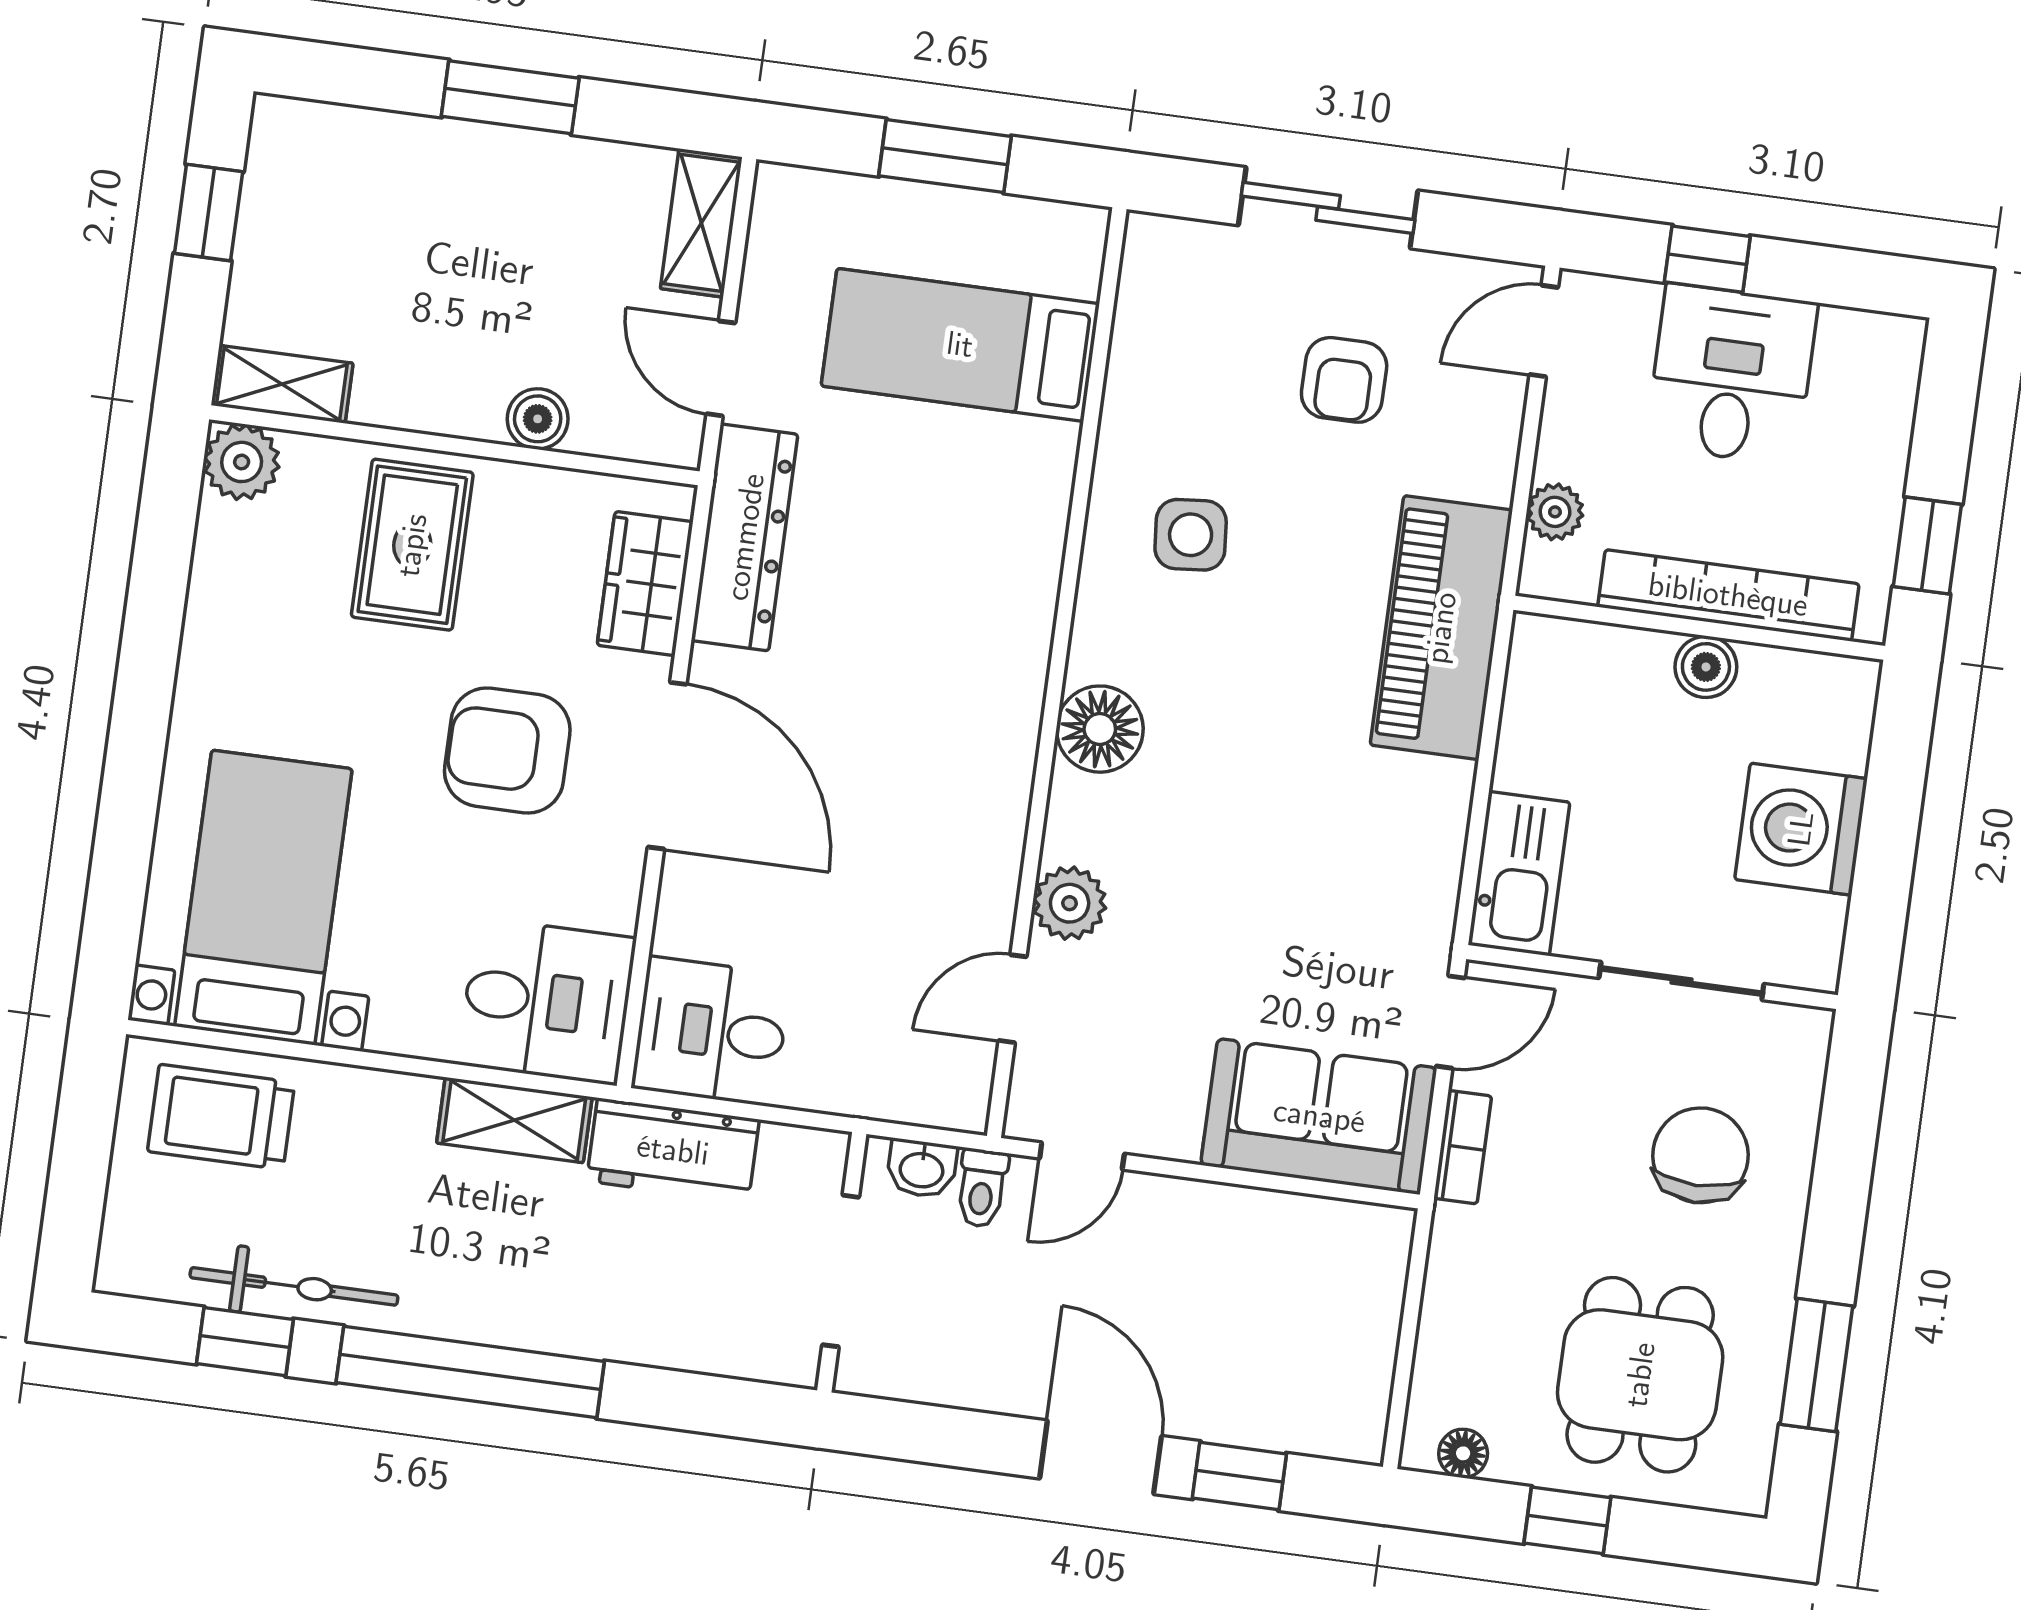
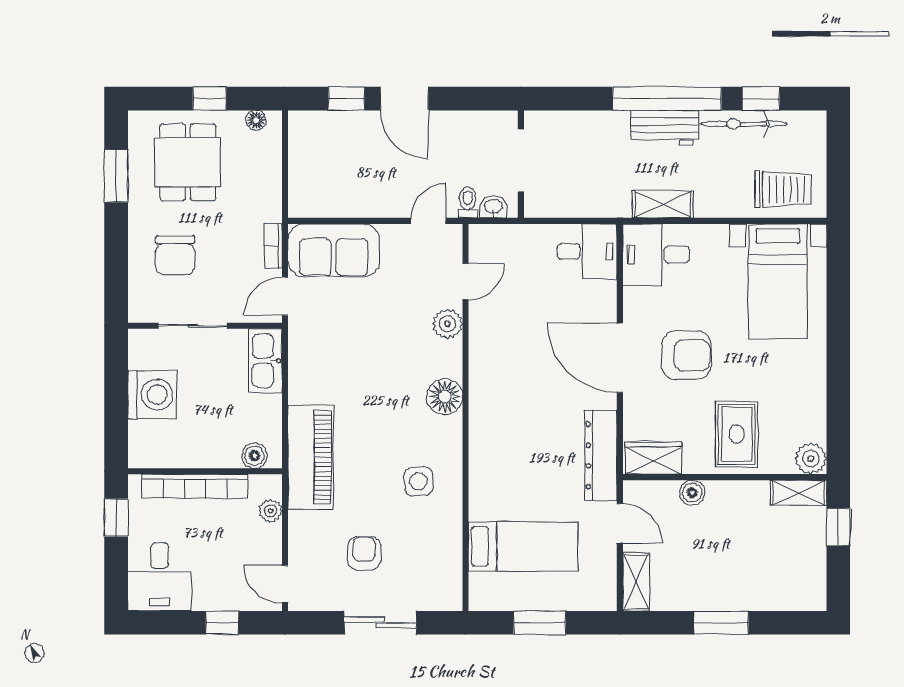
window: (209, 212) -> (838, 527), moved
door: (1544, 331) -> (285, 584), swing flipped
desk: (1731, 374) -> (160, 577), moved
wardrobe: (645, 584) -> (653, 458), moved, turned -90
boiler: (1706, 667) -> (254, 456), moved
workbench: (673, 1150) -> (665, 128), moved, turned 180

